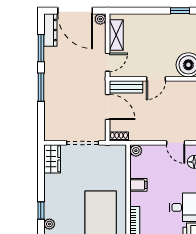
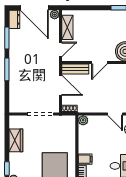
dresser: (50, 30) -> (14, 19), width x0.70
wardrobe: (52, 159) -> (16, 140), moved
filing cabinet: (138, 185) -> (85, 159), moved

